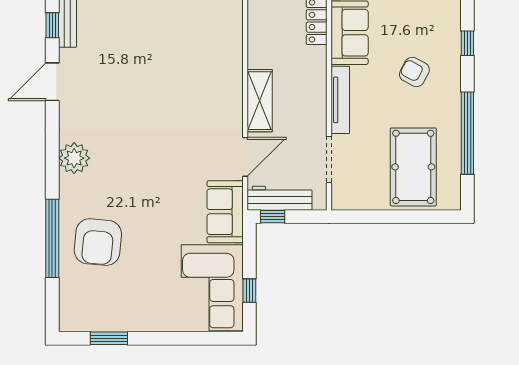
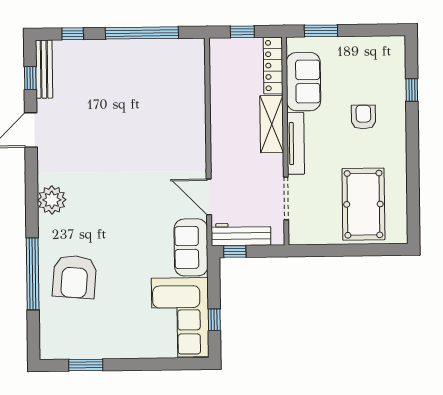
armchair: (414, 72) -> (363, 117), turned 62
shelving: (260, 101) -> (272, 124), moved
window: (467, 133) -> (413, 173), removed
door: (245, 157) -> (209, 197), swing flipped

